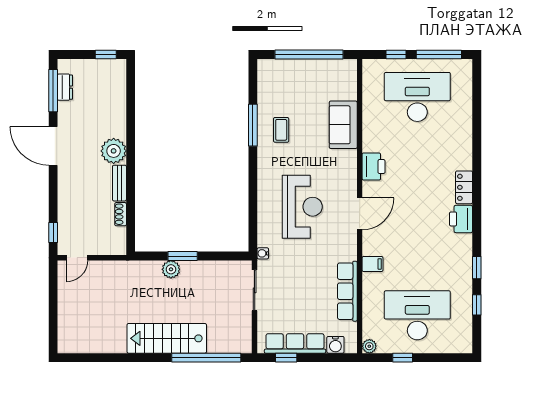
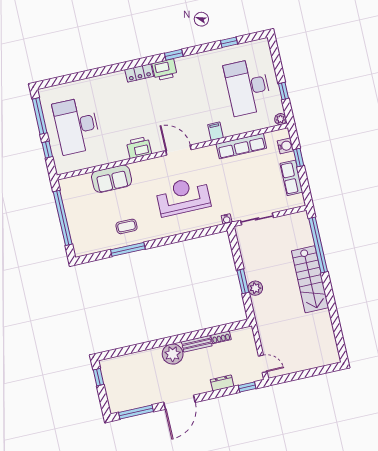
dresser: (65, 87) -> (222, 383), moved
window: (477, 268) -> (174, 55), moved
row of seats: (295, 343) -> (291, 178), width x0.68
window: (286, 358) -> (299, 158), moved

